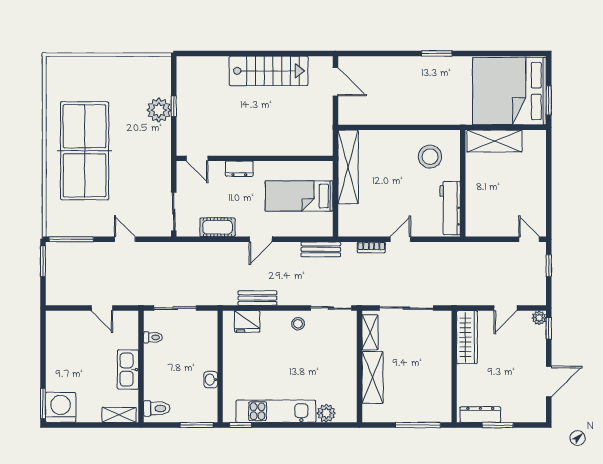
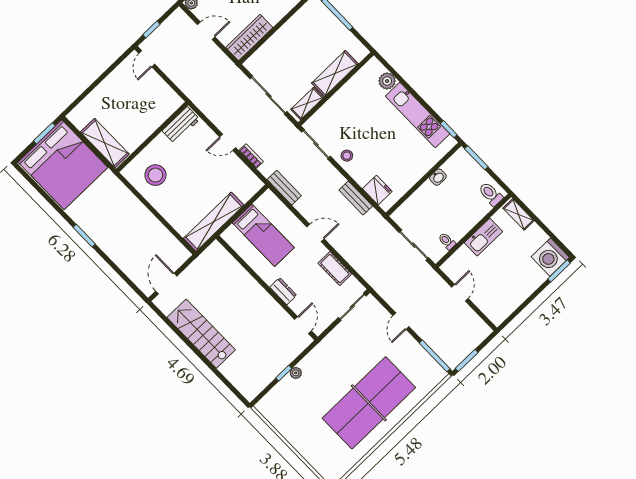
plant: (159, 110) -> (296, 373), width x0.53, depth x0.53
workbench: (450, 208) -> (181, 125), width x0.73

